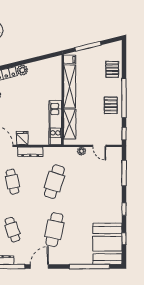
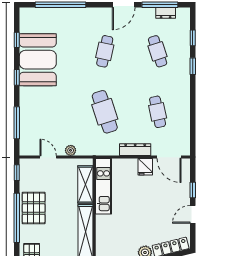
pallet: (111, 105) -> (34, 208), width x1.50, depth x1.42
cafe table: (54, 182) -> (105, 112), turned -36
cafe table: (54, 230) -> (105, 51), width x0.73, depth x0.74
booth: (107, 244) -> (38, 60), moved

